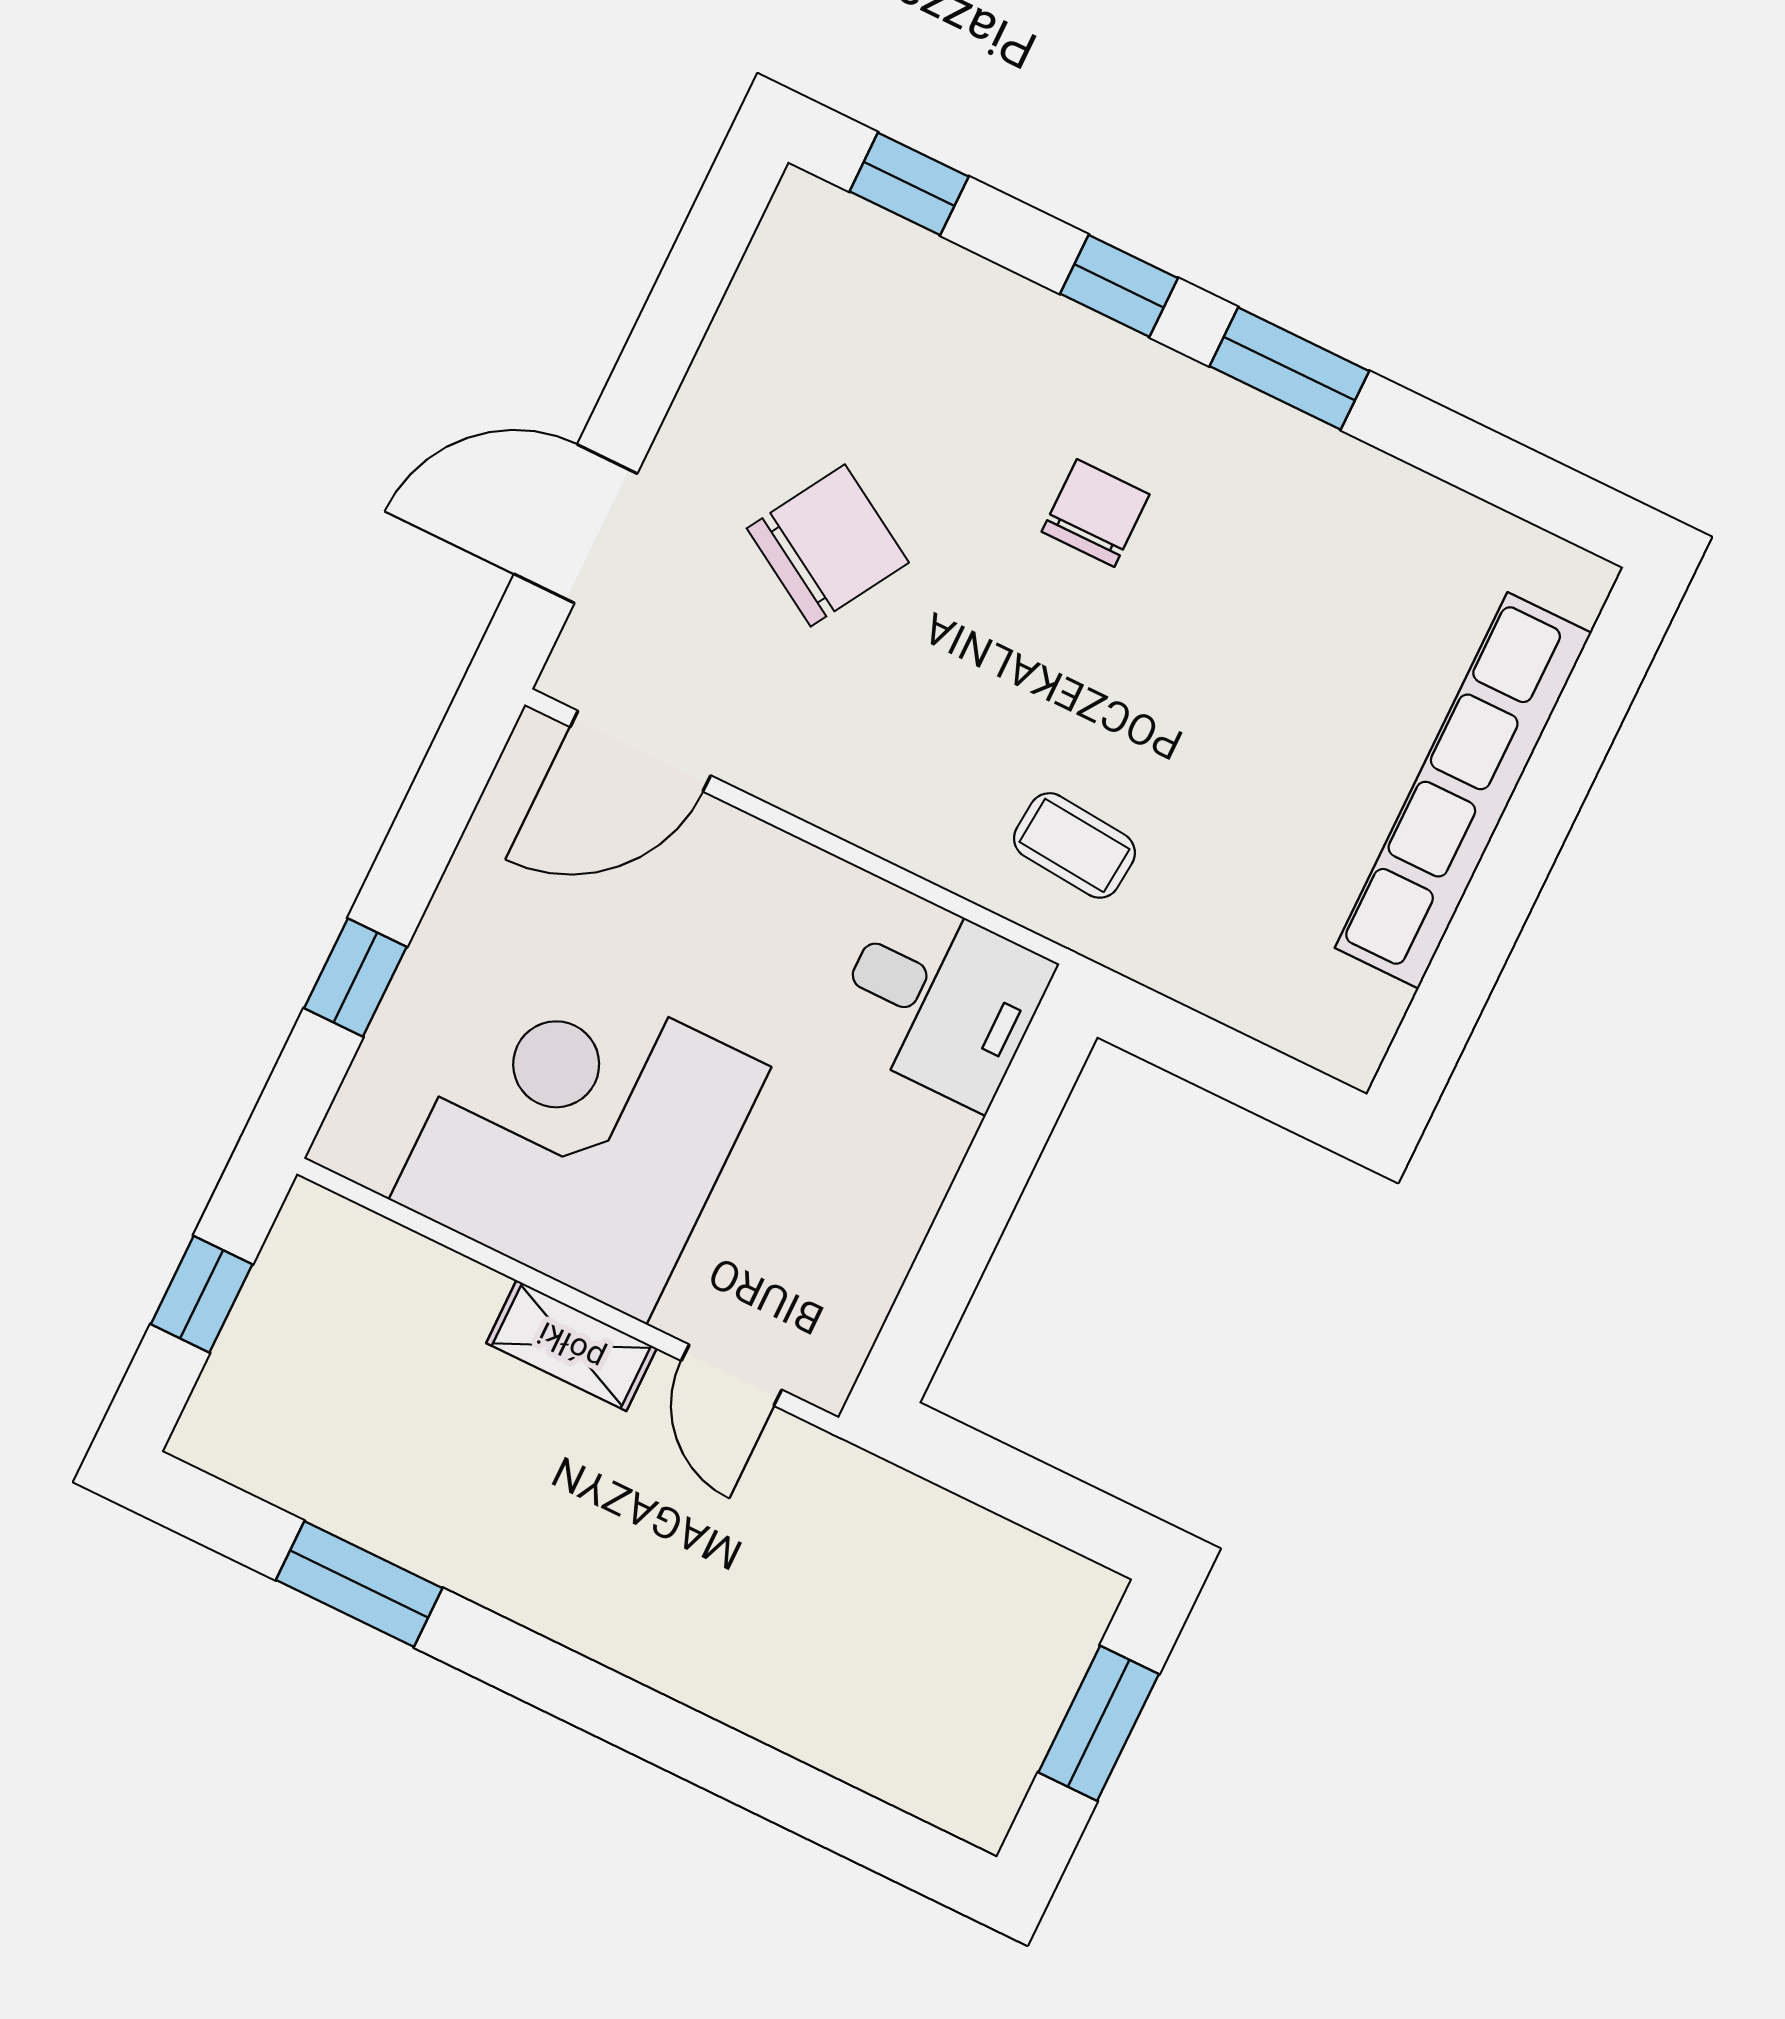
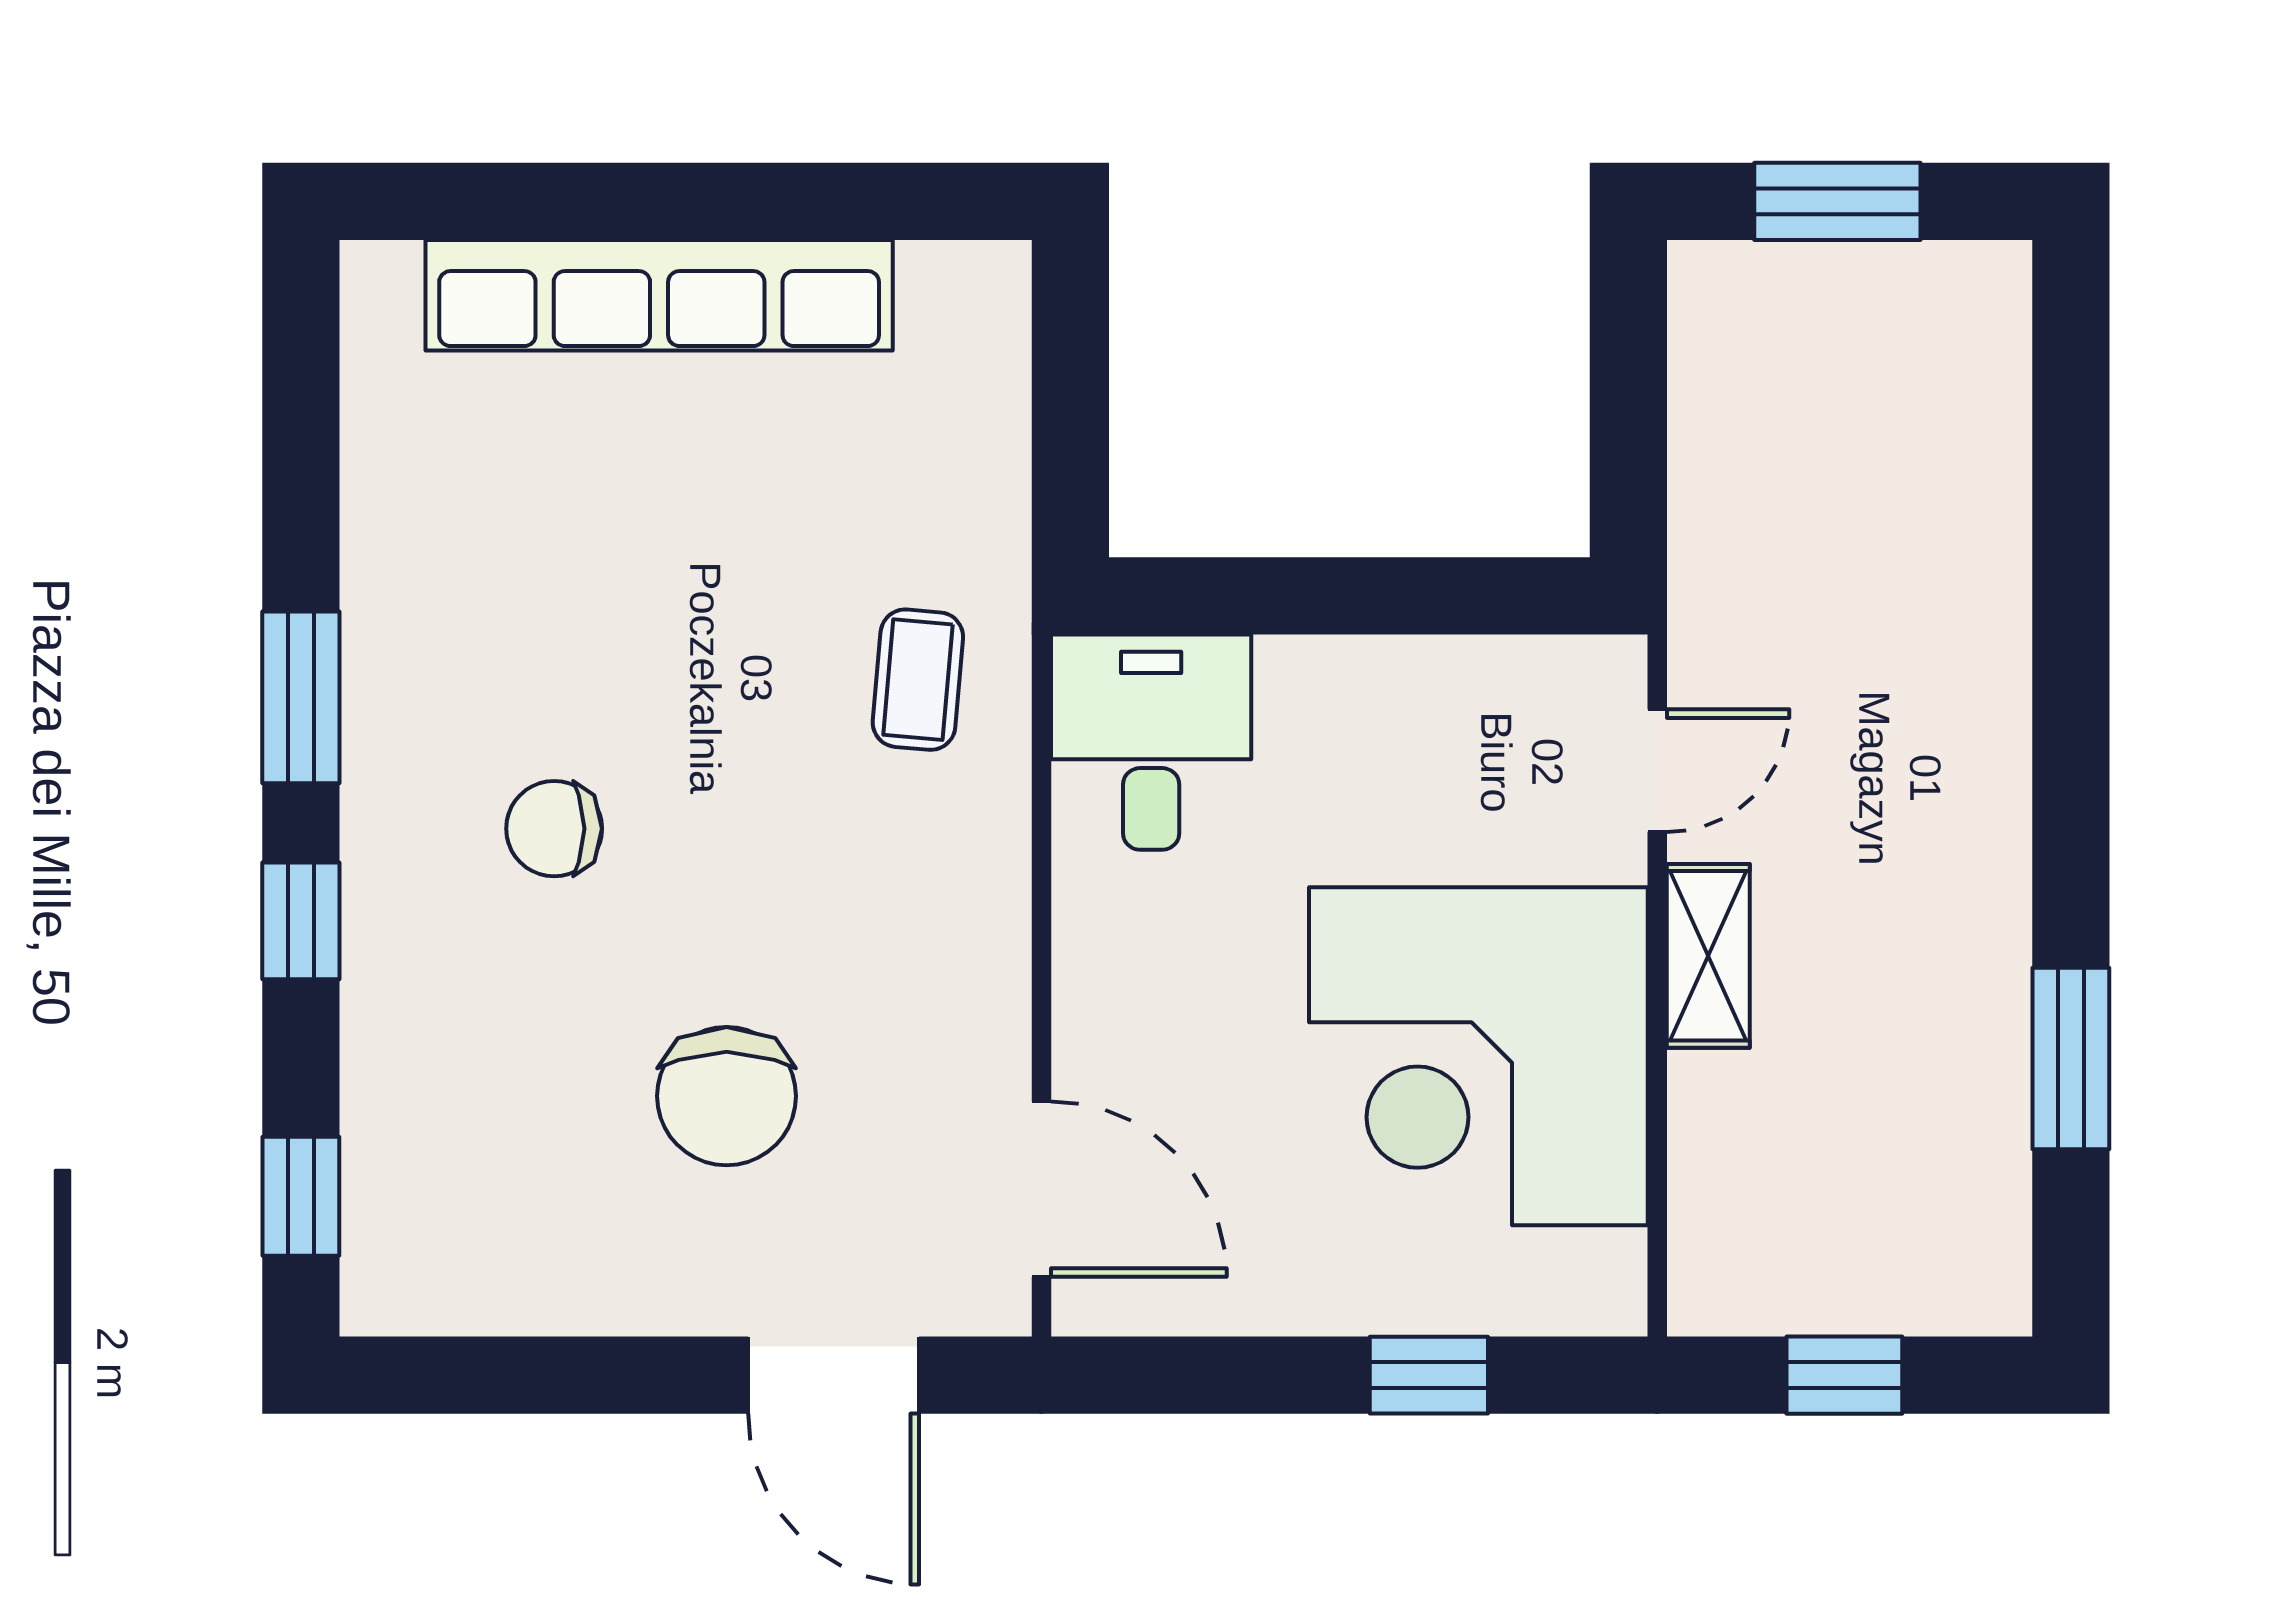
chair: (828, 545) -> (727, 1096), turned -121

